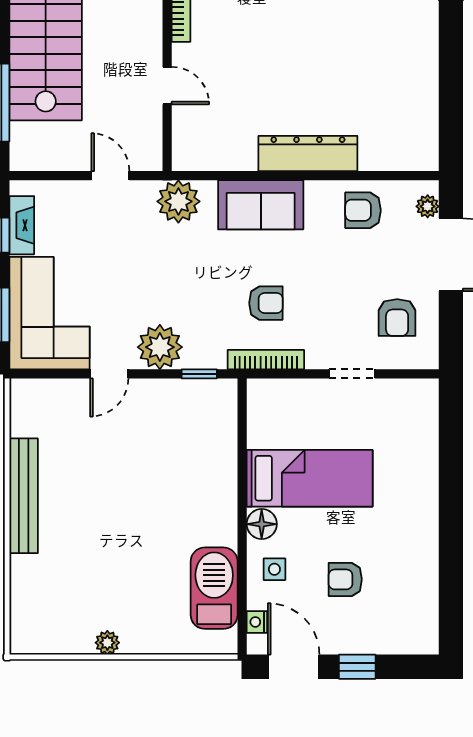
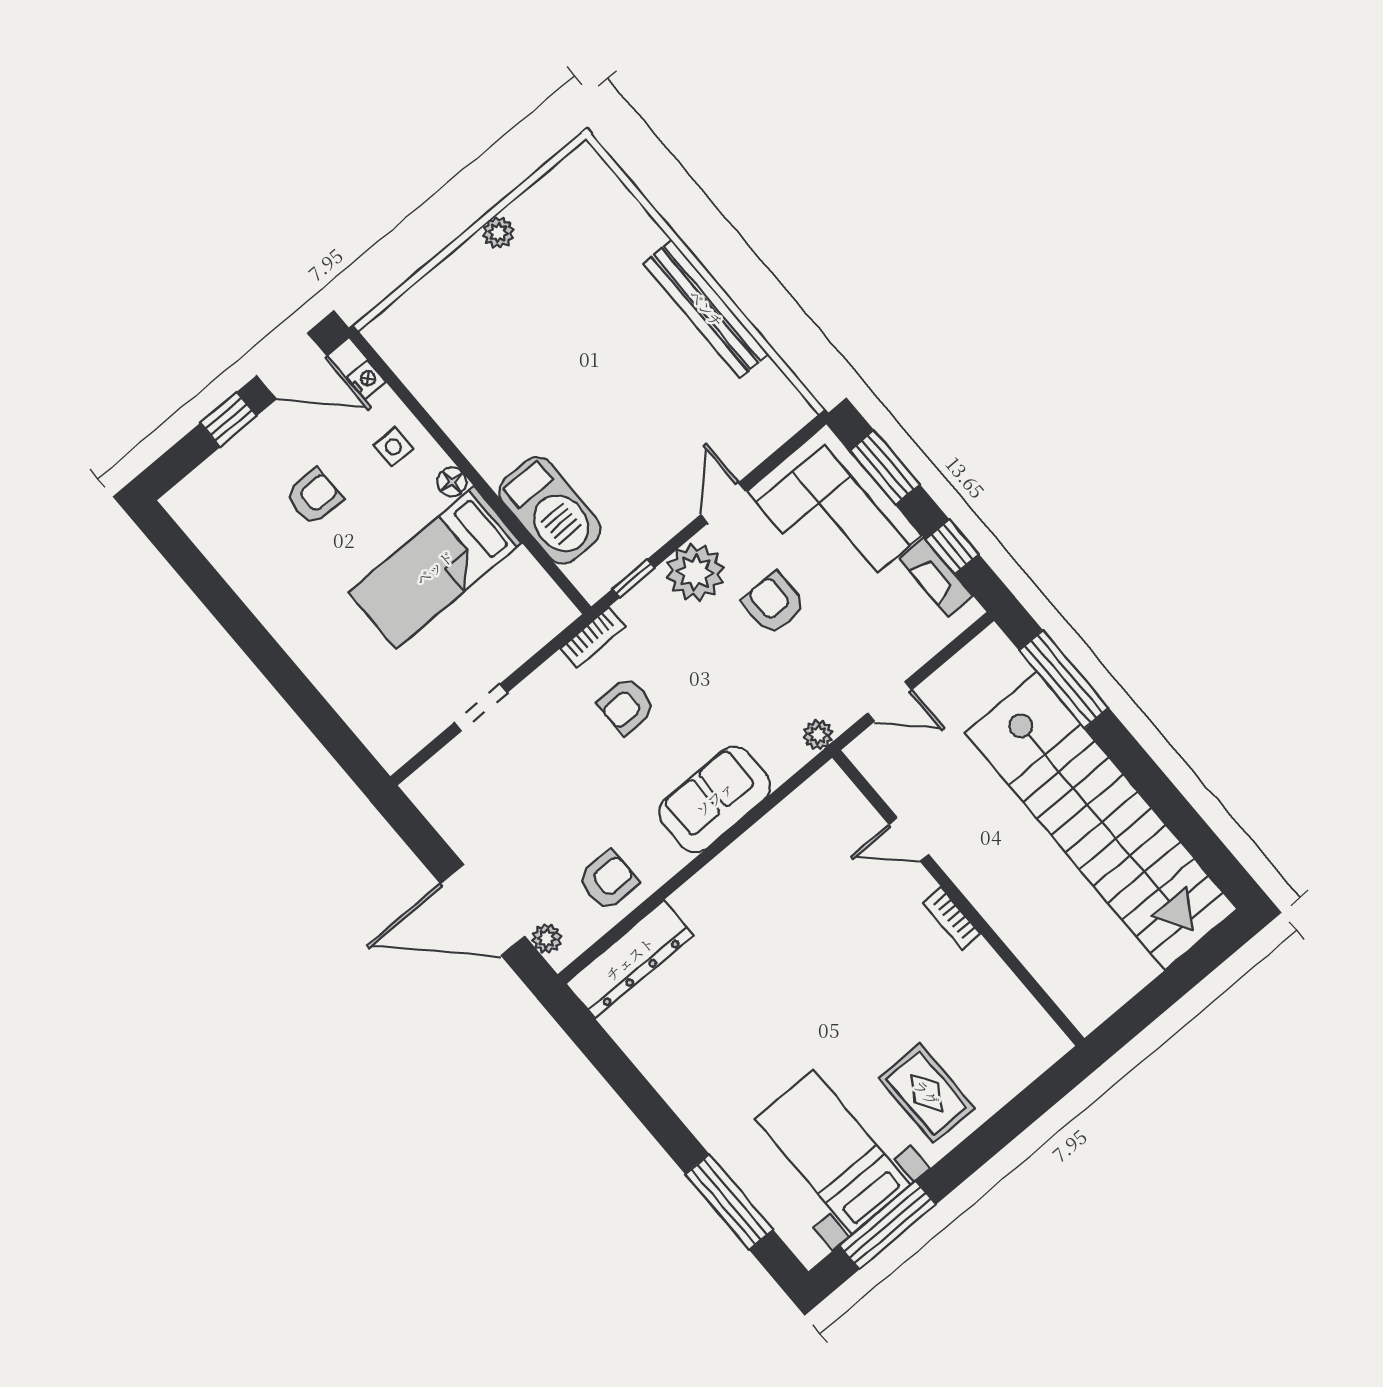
dresser: (308, 153) -> (630, 959), moved
plant: (178, 201) -> (818, 735), width x0.53, depth x0.53
armchair: (397, 318) -> (774, 603), moved
bookcase: (266, 360) -> (592, 638), width x0.64
floor lamp: (262, 524) -> (452, 482), width x0.73, depth x0.73
barbecue: (214, 588) -> (550, 510), moved

